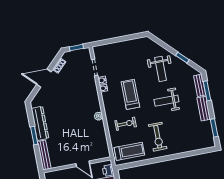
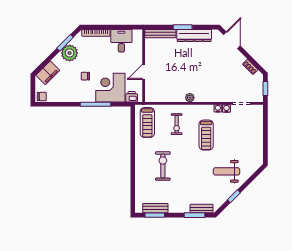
door: (44, 78) -> (232, 40), moved
treadmill: (130, 94) -> (206, 135), turned 90
weight bench: (166, 101) -> (192, 171), removed
bench: (204, 109) -> (155, 208), moved
exercise bike: (158, 137) -> (163, 166), moved, turned 90

